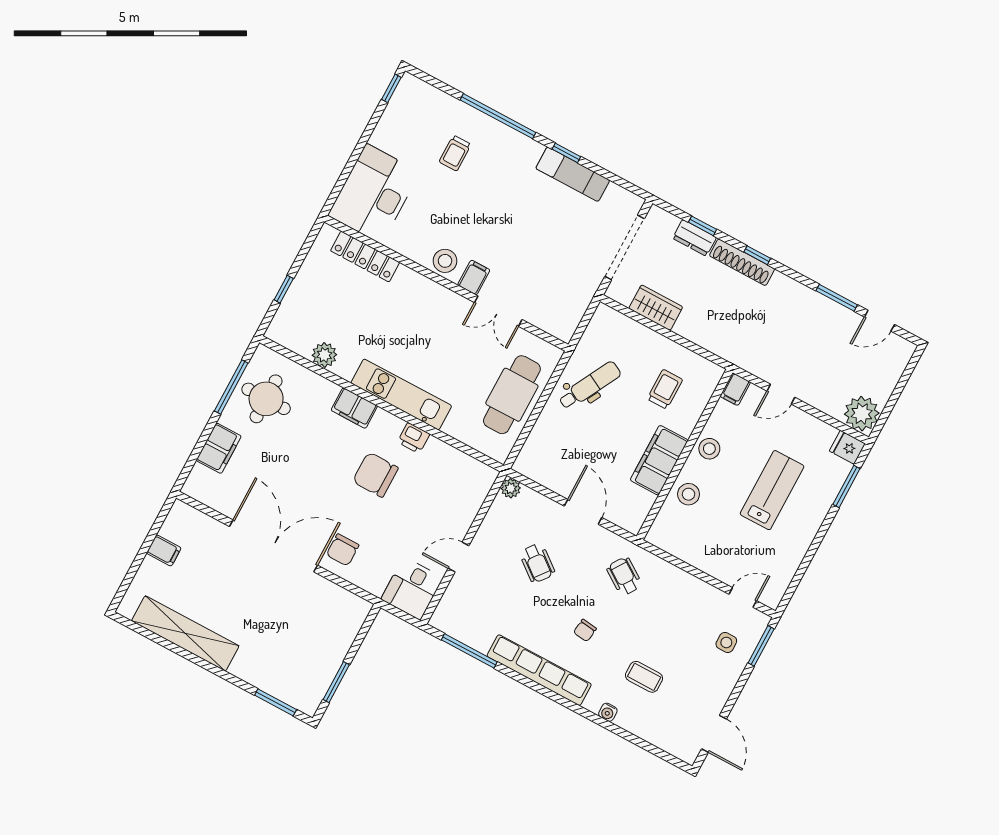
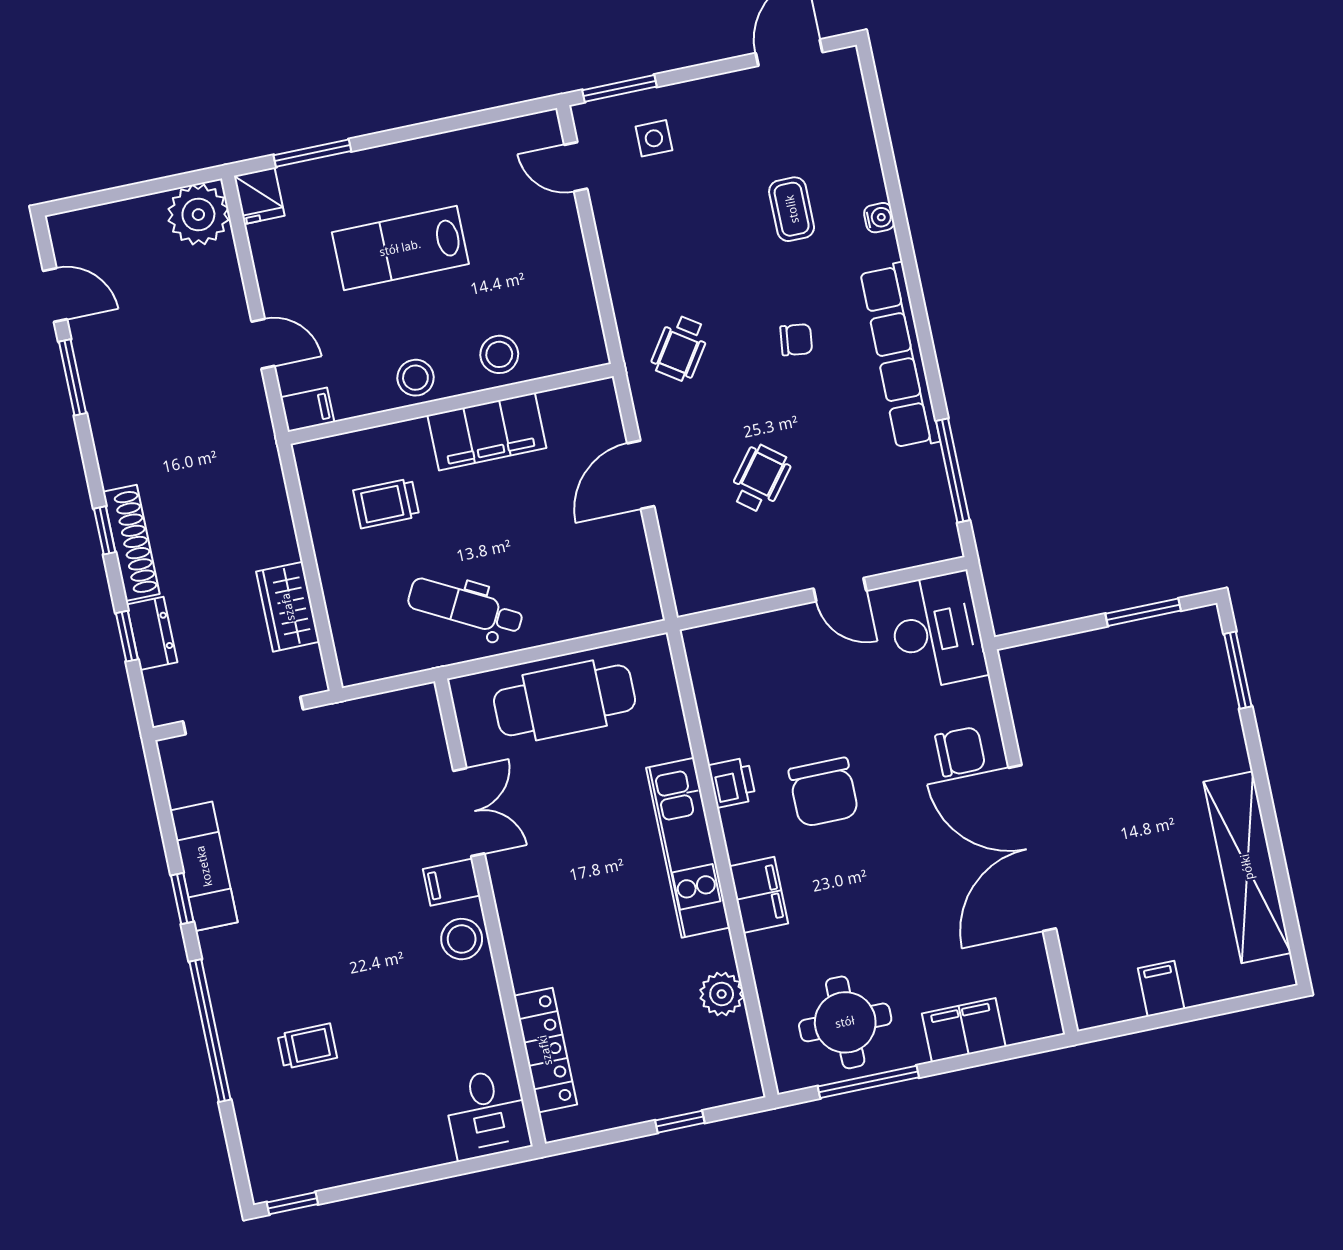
desk: (374, 194) -> (487, 1114), width x0.53, depth x0.77
plant: (511, 488) -> (690, 597), removed
desk: (412, 588) -> (937, 631), width x1.37

